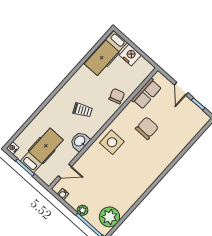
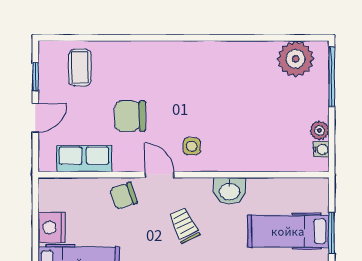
coffee table: (185, 126) -> (80, 67), added
side table: (112, 142) -> (192, 146), width x0.54, depth x0.54
door: (65, 171) -> (160, 175), moved
plant: (82, 210) -> (319, 130), moved

